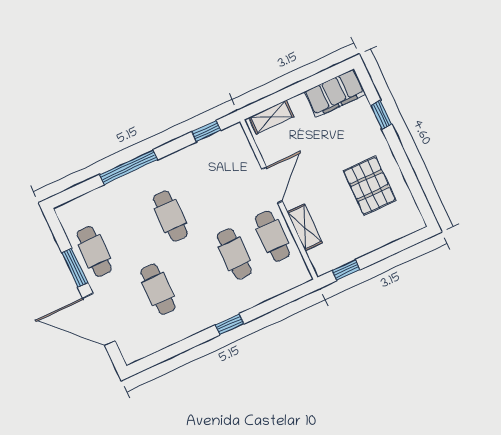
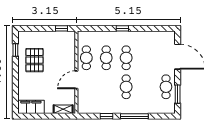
window: (381, 115) -> (15, 50), moved
window: (206, 131) -> (106, 116), moved
shelving: (305, 227) -> (71, 55), removed
window: (75, 268) -> (178, 94), moved
cafe table: (158, 289) -> (126, 58), moved

